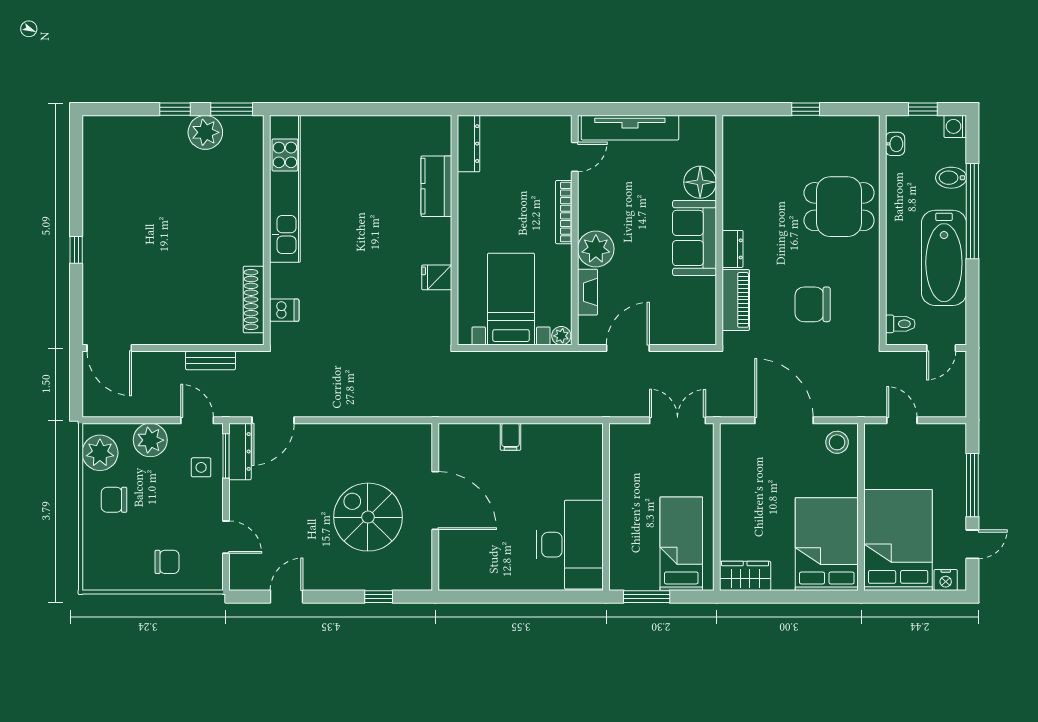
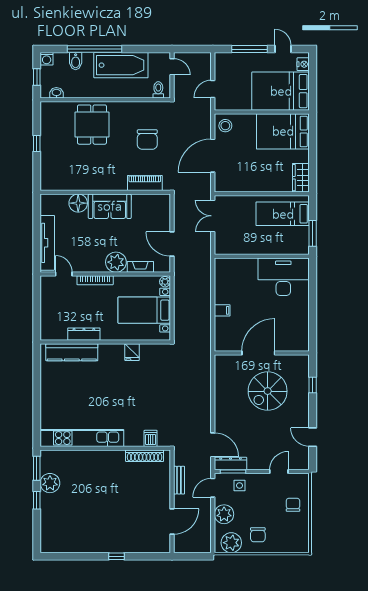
dresser: (469, 144) -> (84, 334), moved
kitchen counter: (436, 186) -> (72, 352), width x1.50
dresser: (732, 249) -> (116, 185), removed
door: (109, 348) -> (172, 522), moved

